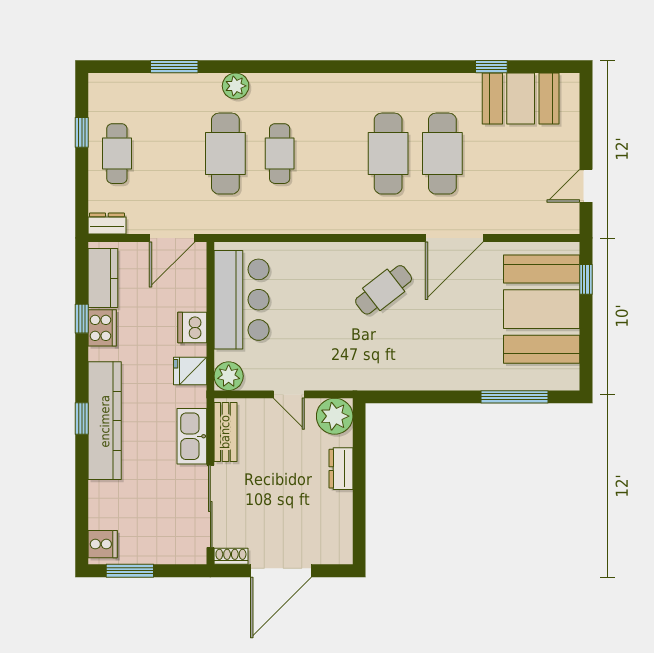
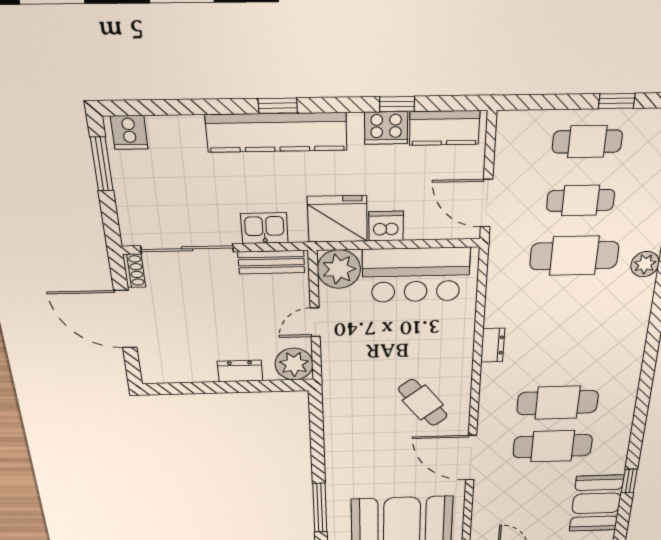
cafe table: (280, 154) -> (581, 200), moved
dresser: (107, 224) -> (493, 345), moved
fridge: (190, 371) -> (337, 219), width x1.88, depth x1.34
plant: (229, 376) -> (339, 269), width x1.36, depth x1.36
kitchen sink: (192, 436) -> (264, 228), width x0.73

